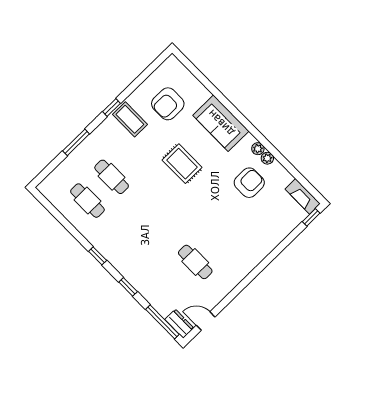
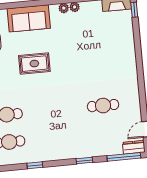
armchair: (249, 183) -> (81, 31), removed
window: (98, 256) -> (35, 165), moved

